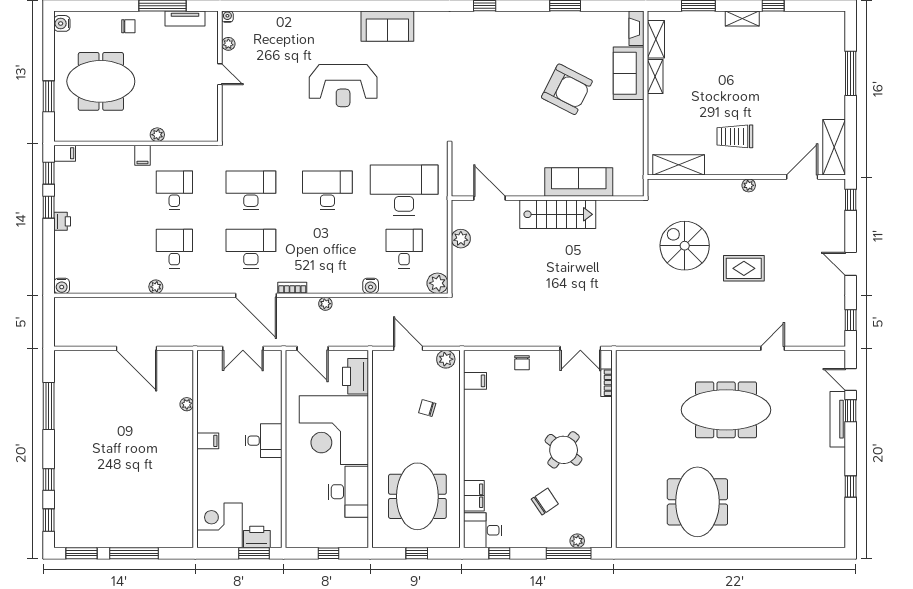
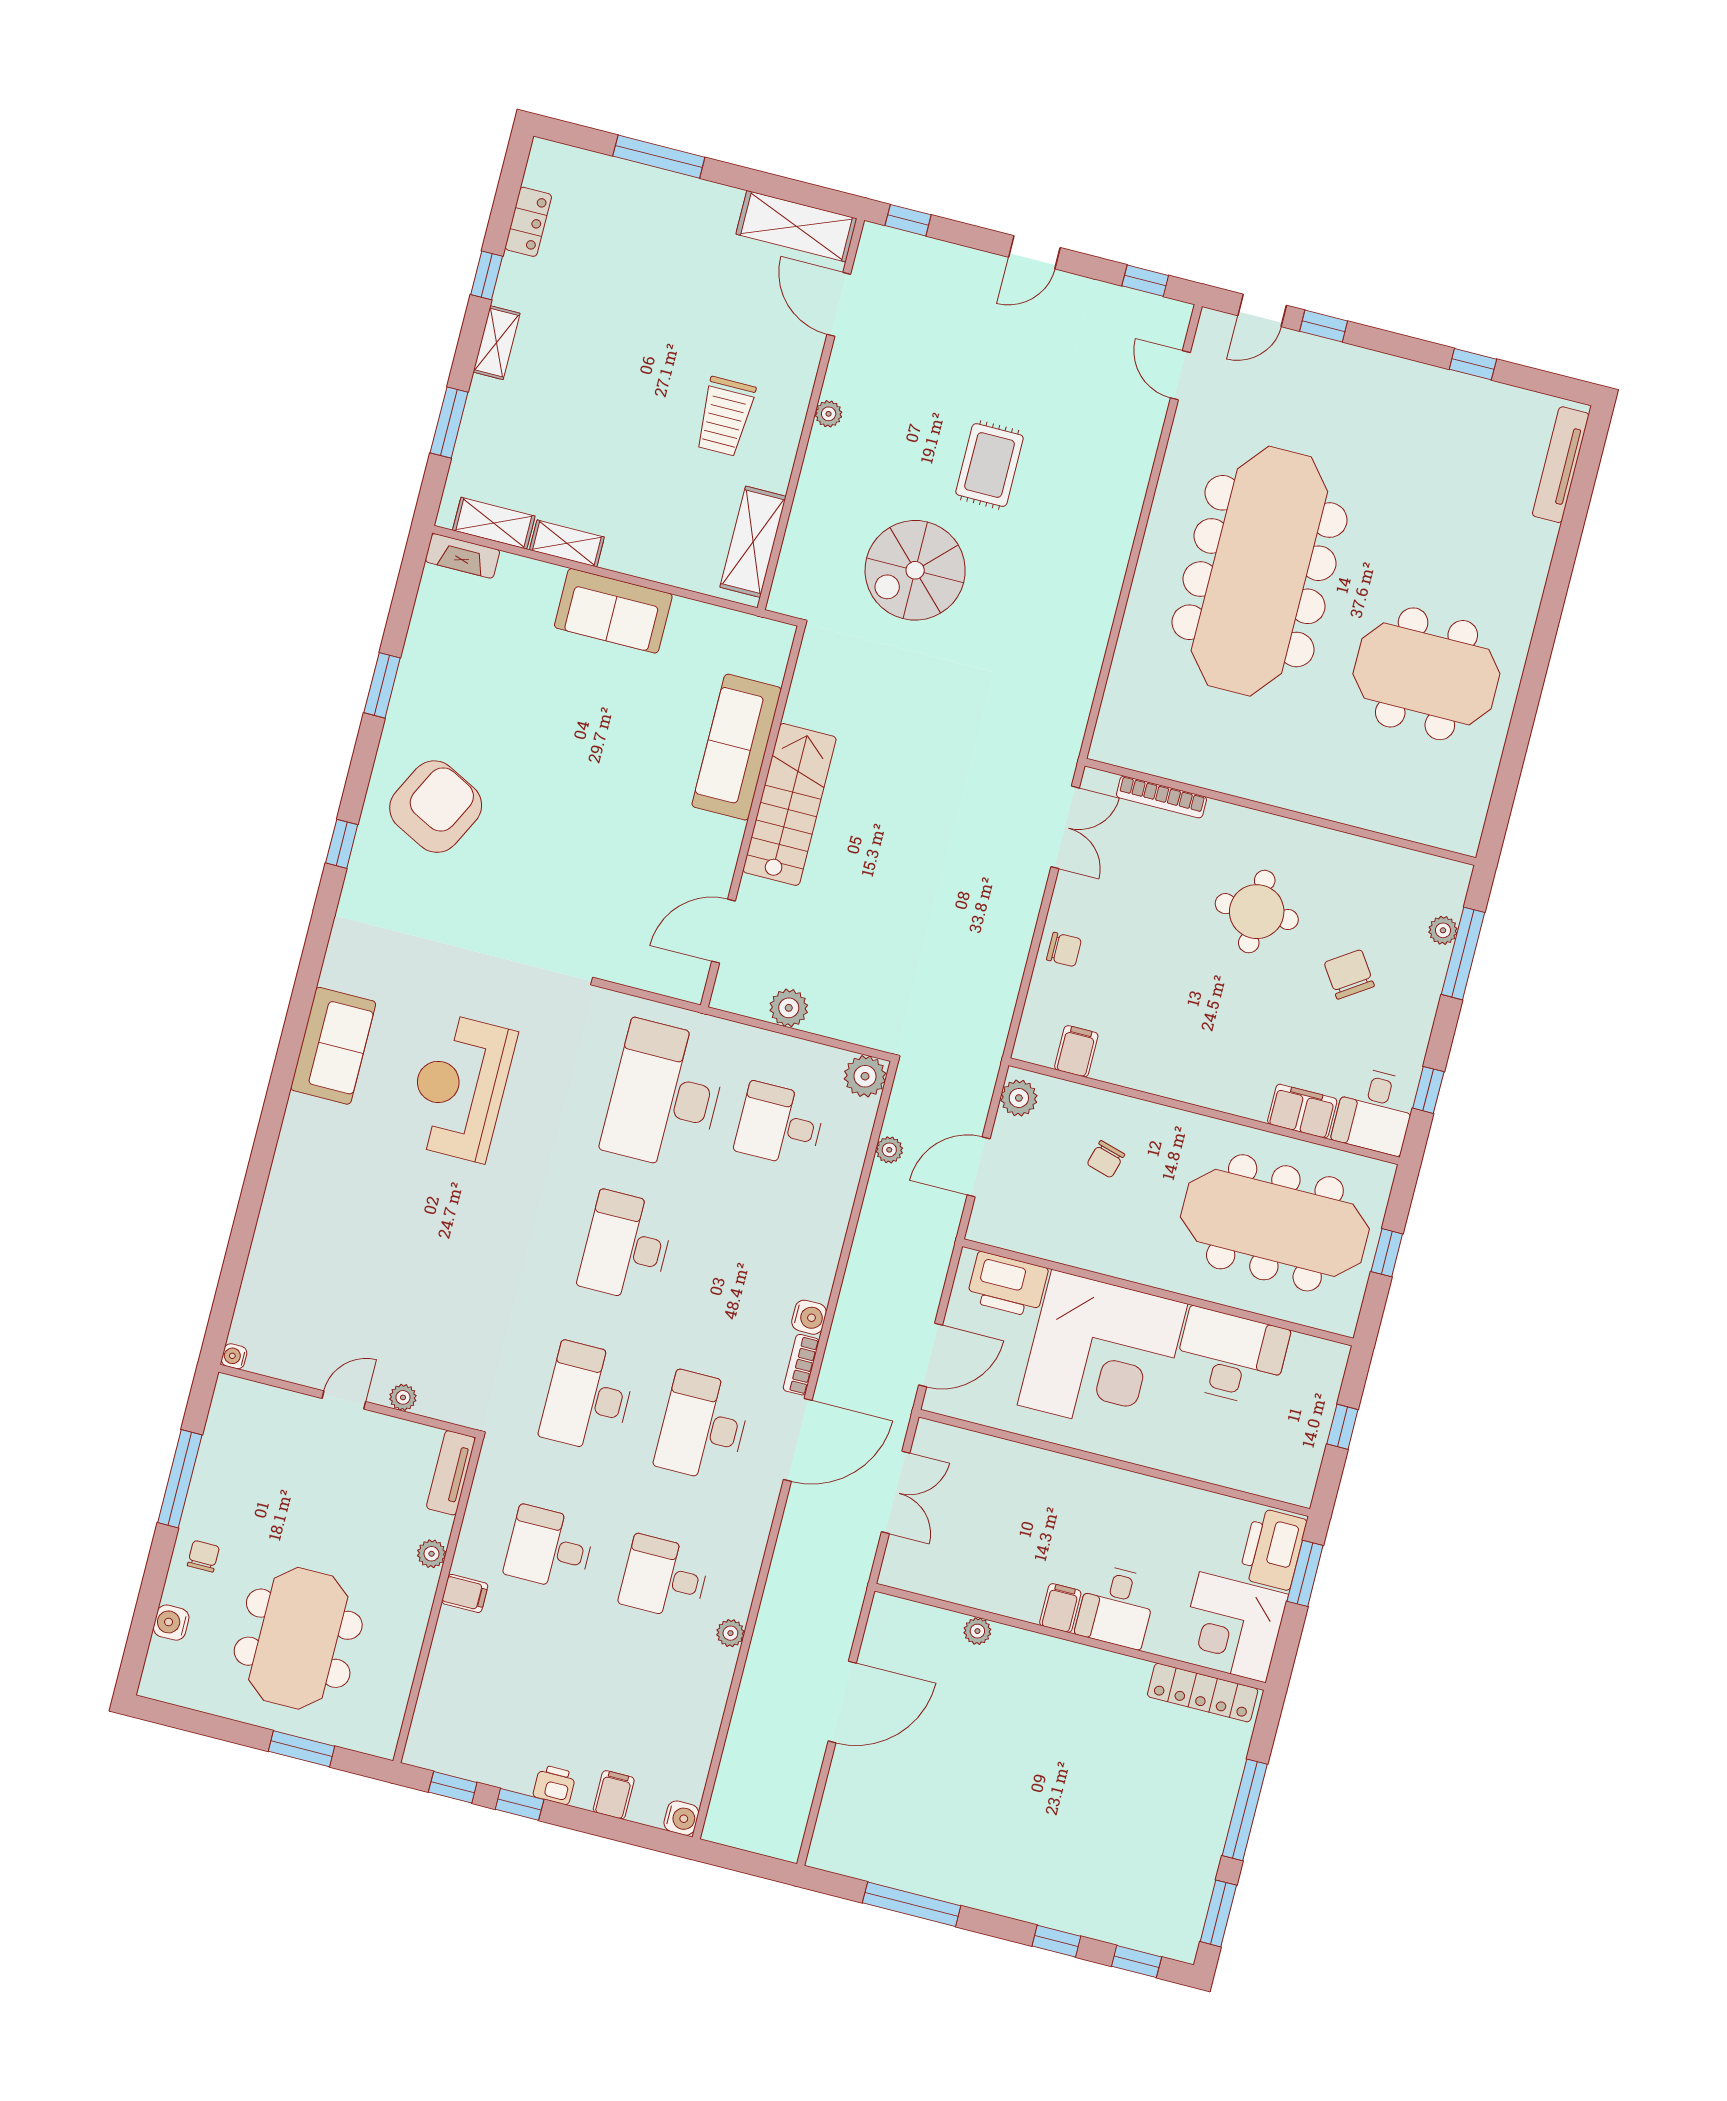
tv unit: (185, 19) -> (451, 1473), moved, turned 180
locker: (804, 19) -> (528, 222), added
water cooler: (62, 23) -> (171, 1623), moved, turned 90
plant: (228, 44) -> (403, 1397), moved
sofa: (629, 73) -> (613, 611), moved
reception desk: (343, 86) -> (460, 1088), moved, turned 180
armchair: (567, 89) -> (436, 807), moved
filing cabinet: (65, 153) -> (614, 1795), moved
water cooler: (371, 286) -> (809, 1317), moved
plant: (325, 304) -> (889, 1150), moved
door: (773, 348) -> (1180, 375), moved
bookcase: (607, 383) -> (1161, 797), width x1.56
meeting table: (726, 410) -> (1259, 571), width x1.36, depth x1.27
tv unit: (838, 419) -> (1561, 465), moved, turned 90
desk: (264, 441) -> (1116, 1607), moved, turned 180
round table: (564, 450) -> (1257, 912), turned -38
meeting table: (417, 496) -> (1275, 1223), width x1.36
locker: (185, 519) -> (1203, 1693), added
printer: (257, 537) -> (1273, 1549), width x1.37, depth x1.19

